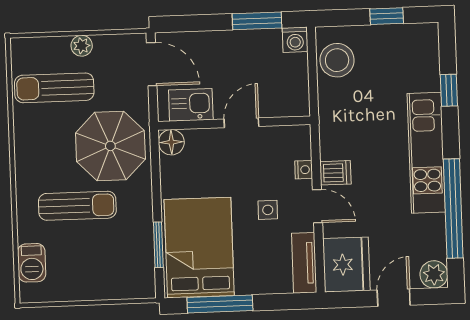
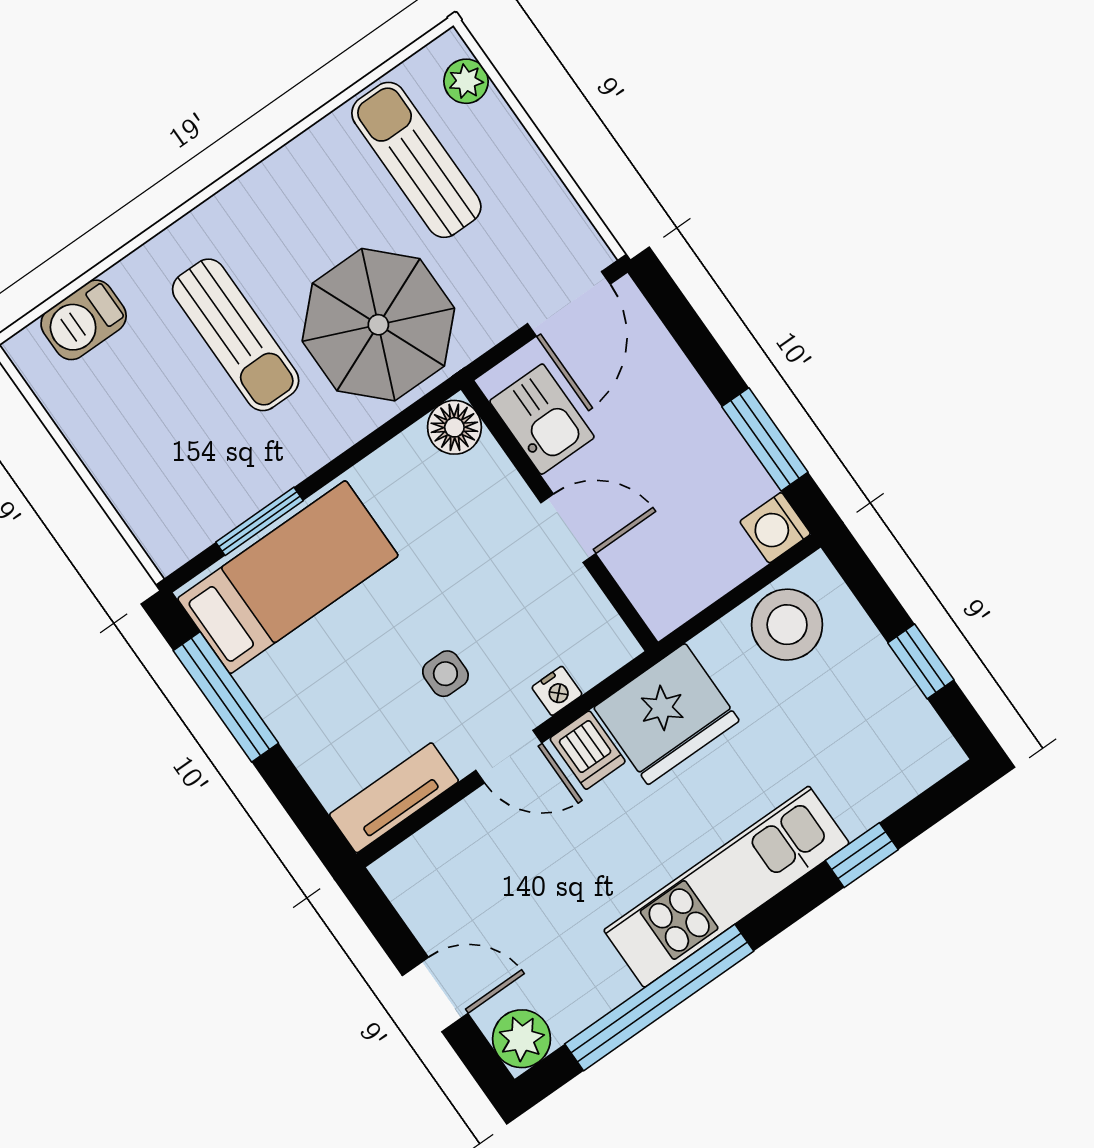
plant: (82, 46) -> (466, 81), moved
door: (318, 206) -> (509, 757), hinge flipped
bed: (199, 248) -> (288, 577), width x0.67
fridge: (346, 265) -> (667, 714), moved

